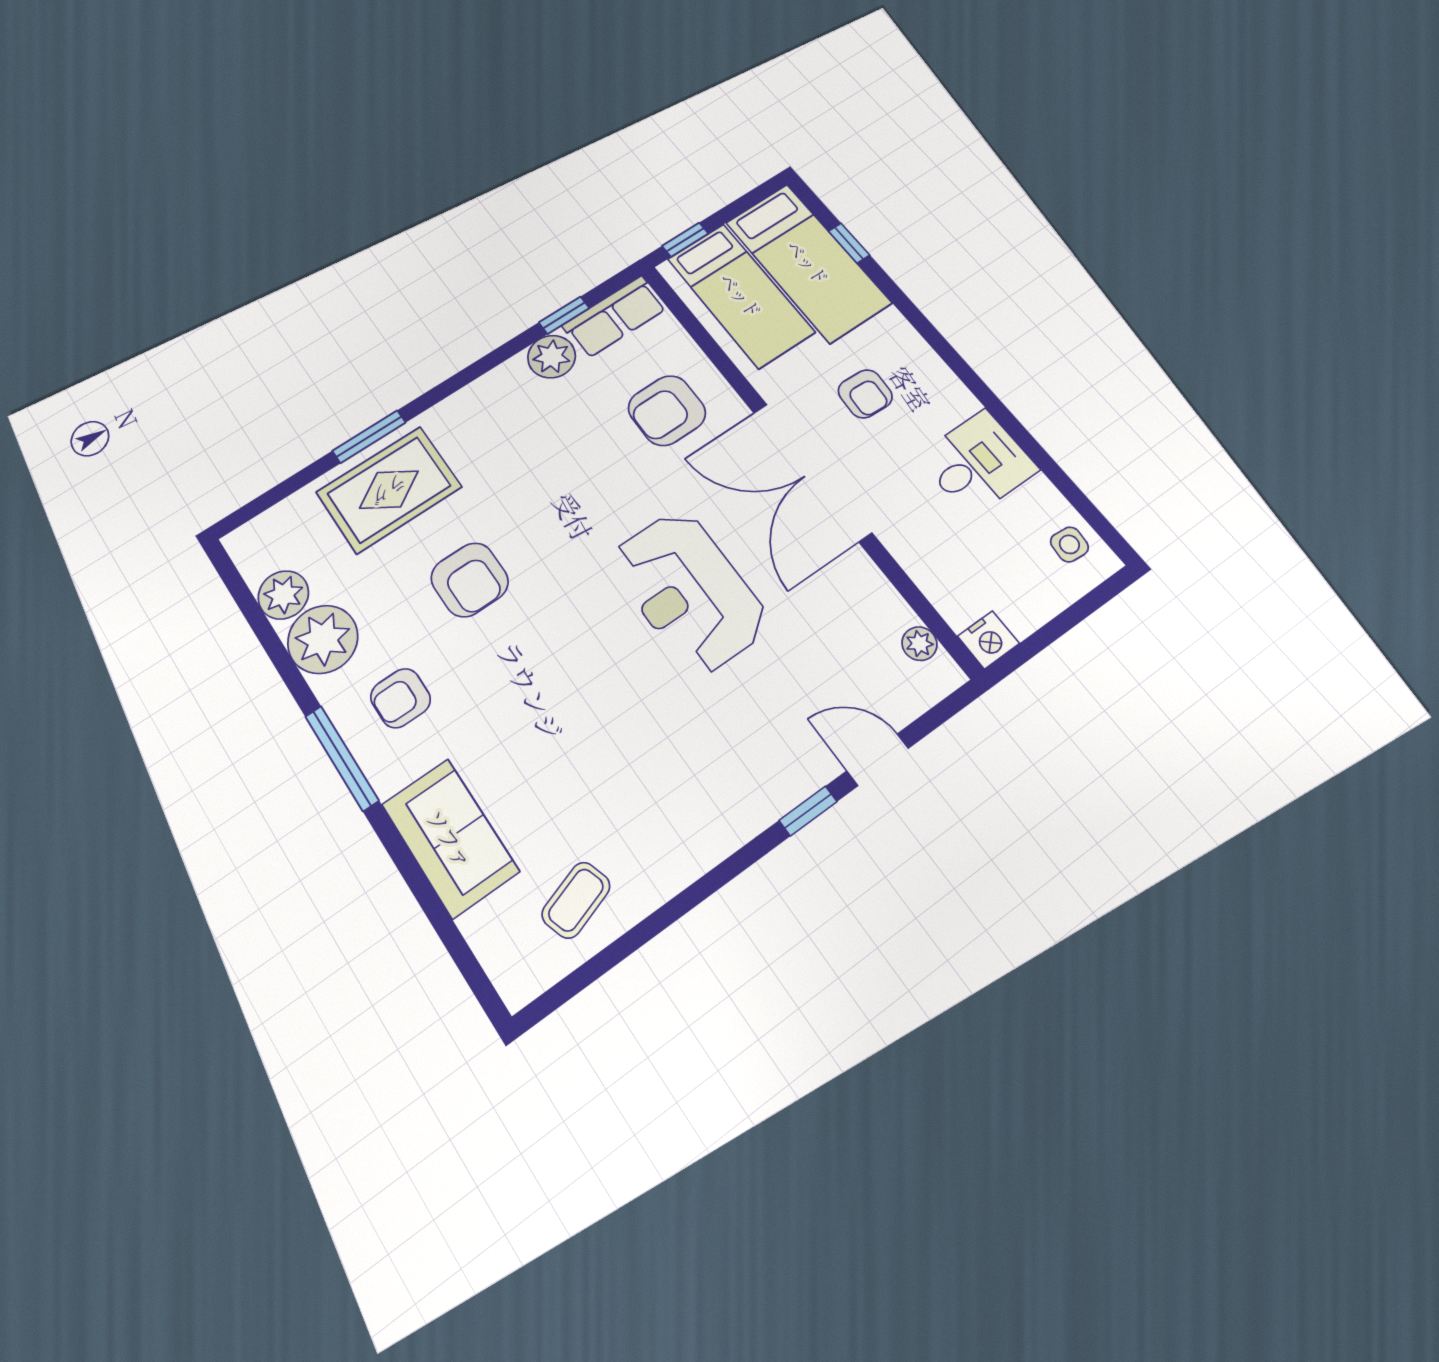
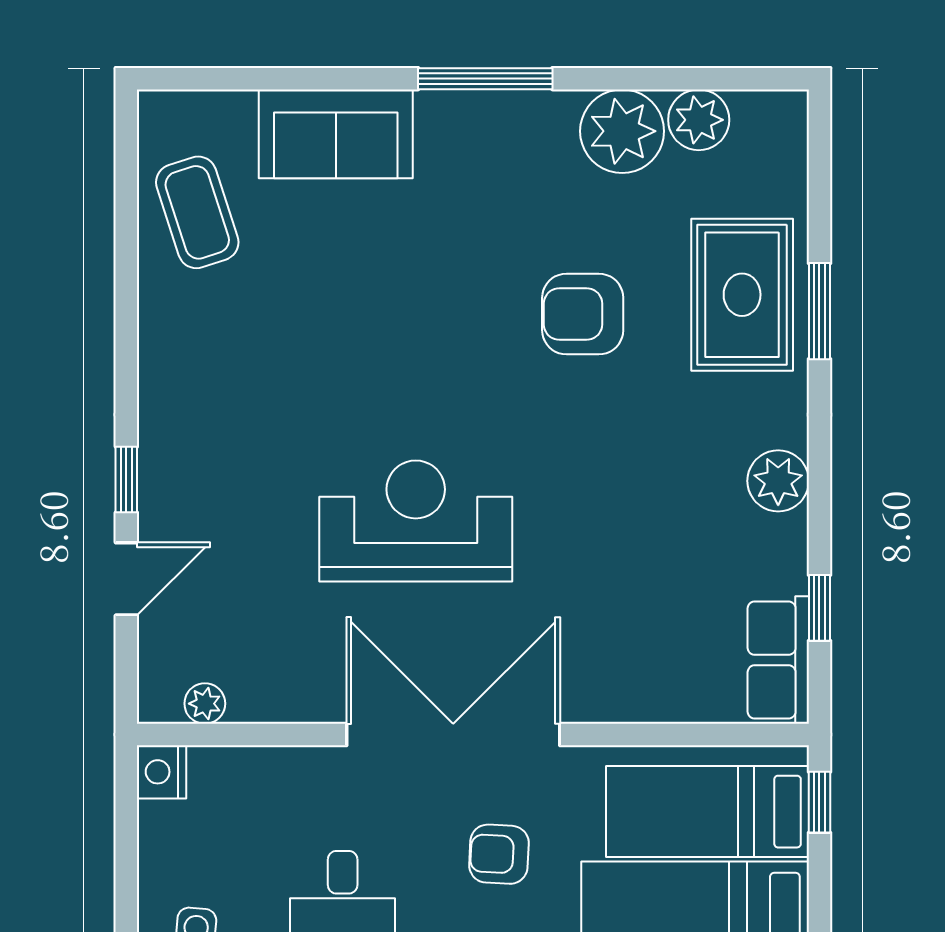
plant: (552, 357) -> (778, 481), moved
armchair: (667, 410) -> (628, 637), removed
armchair: (401, 698) -> (506, 170), removed
coffee table: (576, 900) -> (197, 212), width x1.36, depth x1.30

